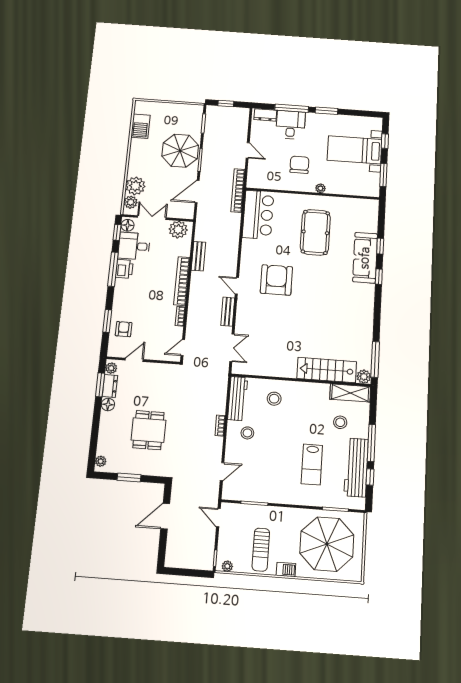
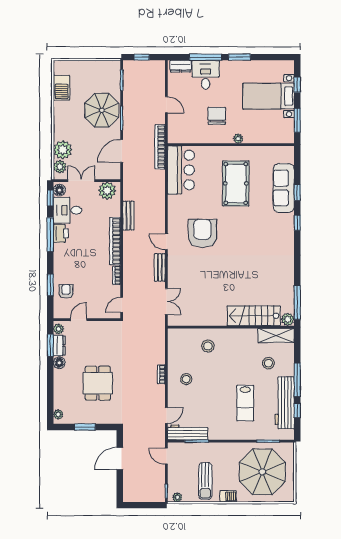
sofa: (365, 258) -> (284, 188), moved
workbench: (238, 399) -> (188, 432), moved, turned -90

